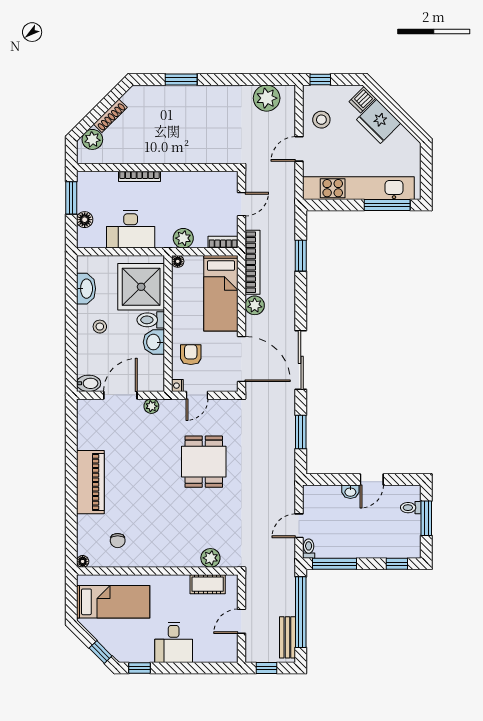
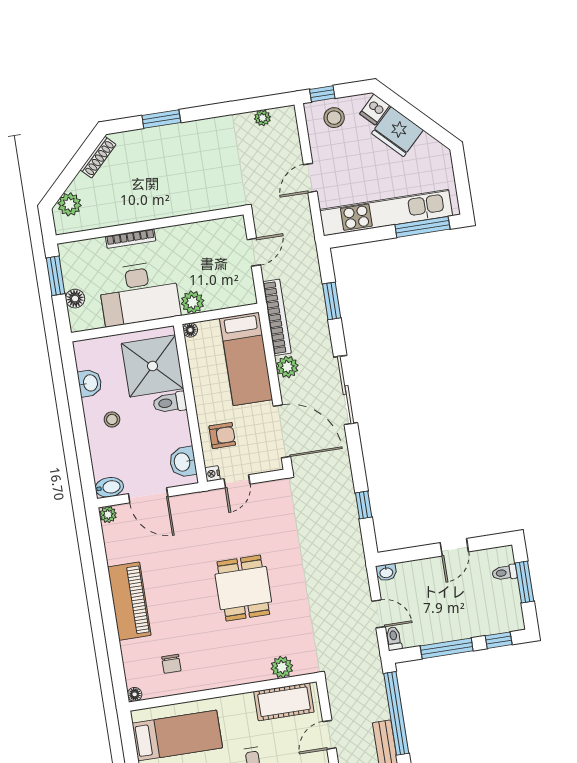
plant: (267, 98) -> (262, 118), width x0.53, depth x0.53
shoe rack: (110, 116) -> (98, 157), moved
stool: (321, 120) -> (334, 118), moved
desk: (131, 229) -> (139, 293), width x1.36, depth x1.30
bookcase: (223, 242) -> (239, 300), removed
washbasin: (86, 289) -> (90, 383), width x0.72
washbasin: (154, 342) -> (183, 462), moved
armchair: (191, 355) -> (222, 436), turned 90
sliding door: (301, 360) -> (346, 390), moved
door: (120, 395) -> (148, 495), swing flipped
plant: (151, 406) -> (108, 514), moved
window: (301, 432) -> (364, 505), width x0.67
dining table: (204, 462) -> (243, 588), moved
washbasin: (350, 492) -> (386, 572), moved
door: (299, 526) -> (378, 614), swing flipped
window: (335, 564) -> (447, 648), moved
cot: (208, 584) -> (284, 702), width x1.37, depth x1.34

